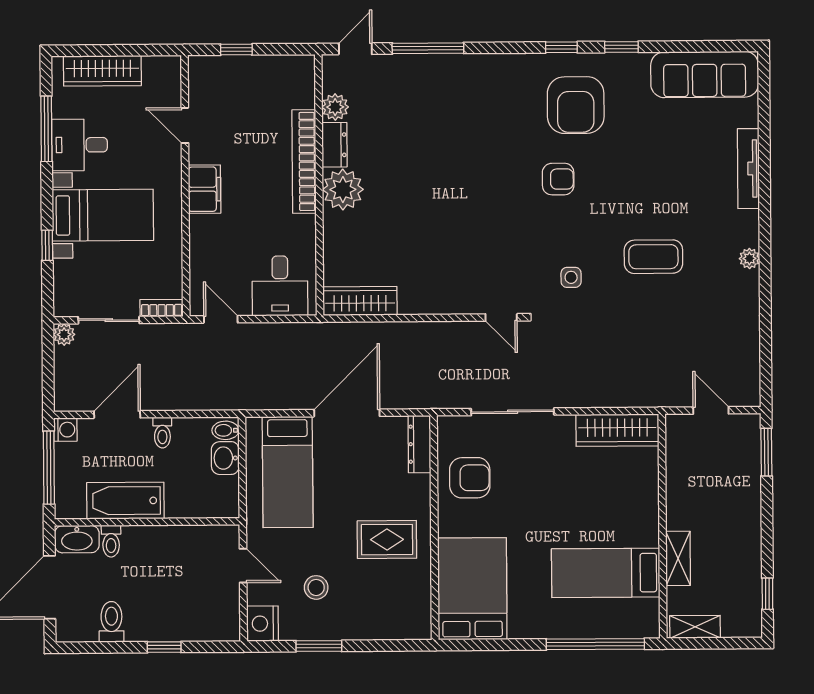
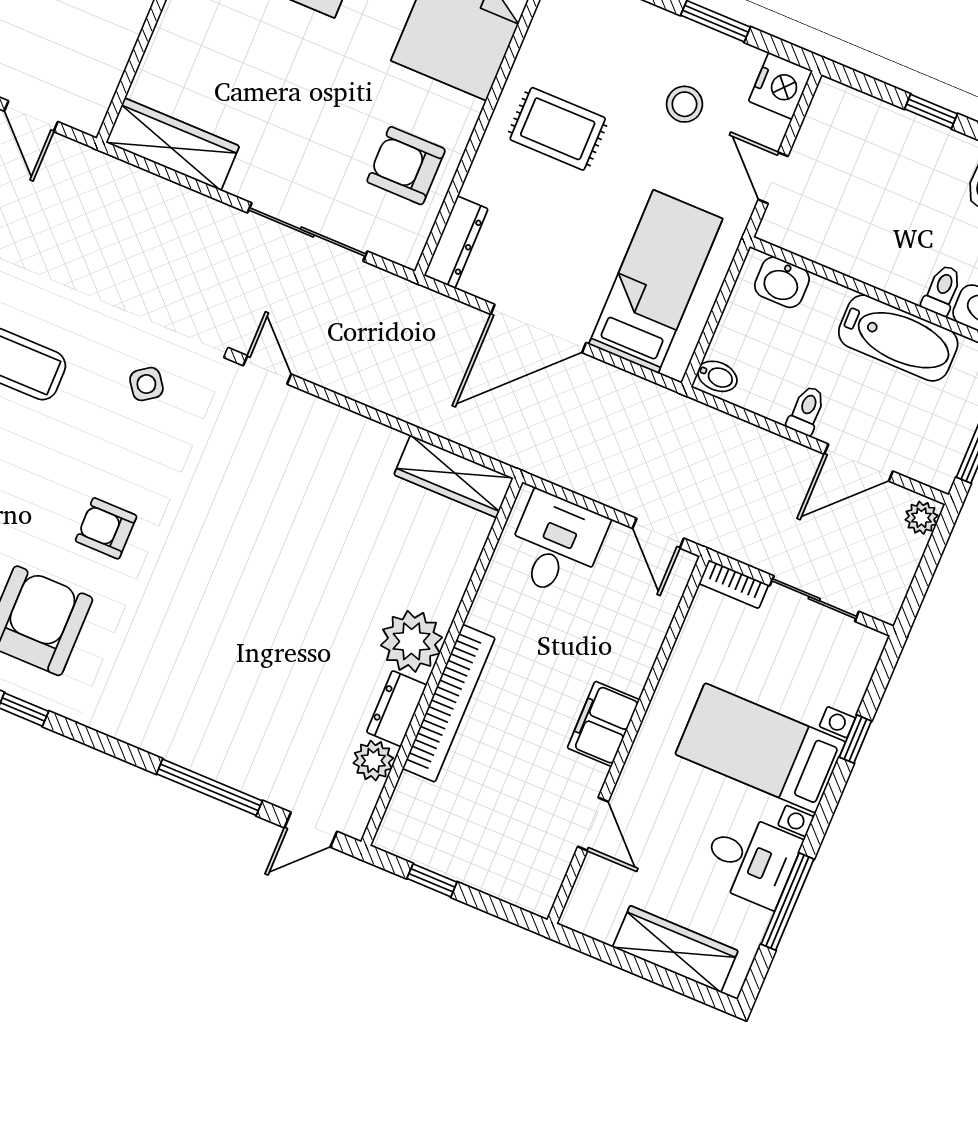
window: (236, 50) -> (432, 880), moved
side table: (571, 277) -> (146, 384), turned -36
plant: (64, 335) -> (921, 518), moved
washing machine: (65, 430) -> (939, 472), removed
washbasin: (225, 458) -> (782, 282), moved, turned 90

